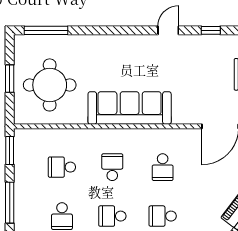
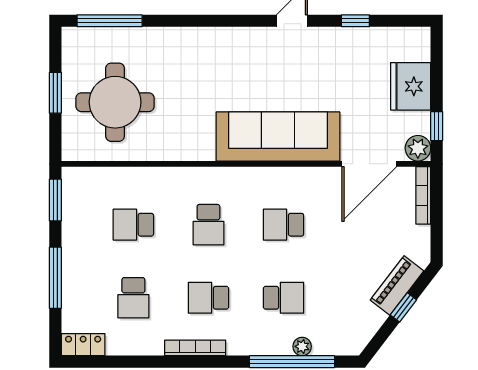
sofa: (130, 108) -> (278, 136), moved
school desk: (112, 167) -> (208, 225), turned 180
school desk: (163, 167) -> (284, 225), turned 90
school desk: (163, 216) -> (284, 298), turned 180

